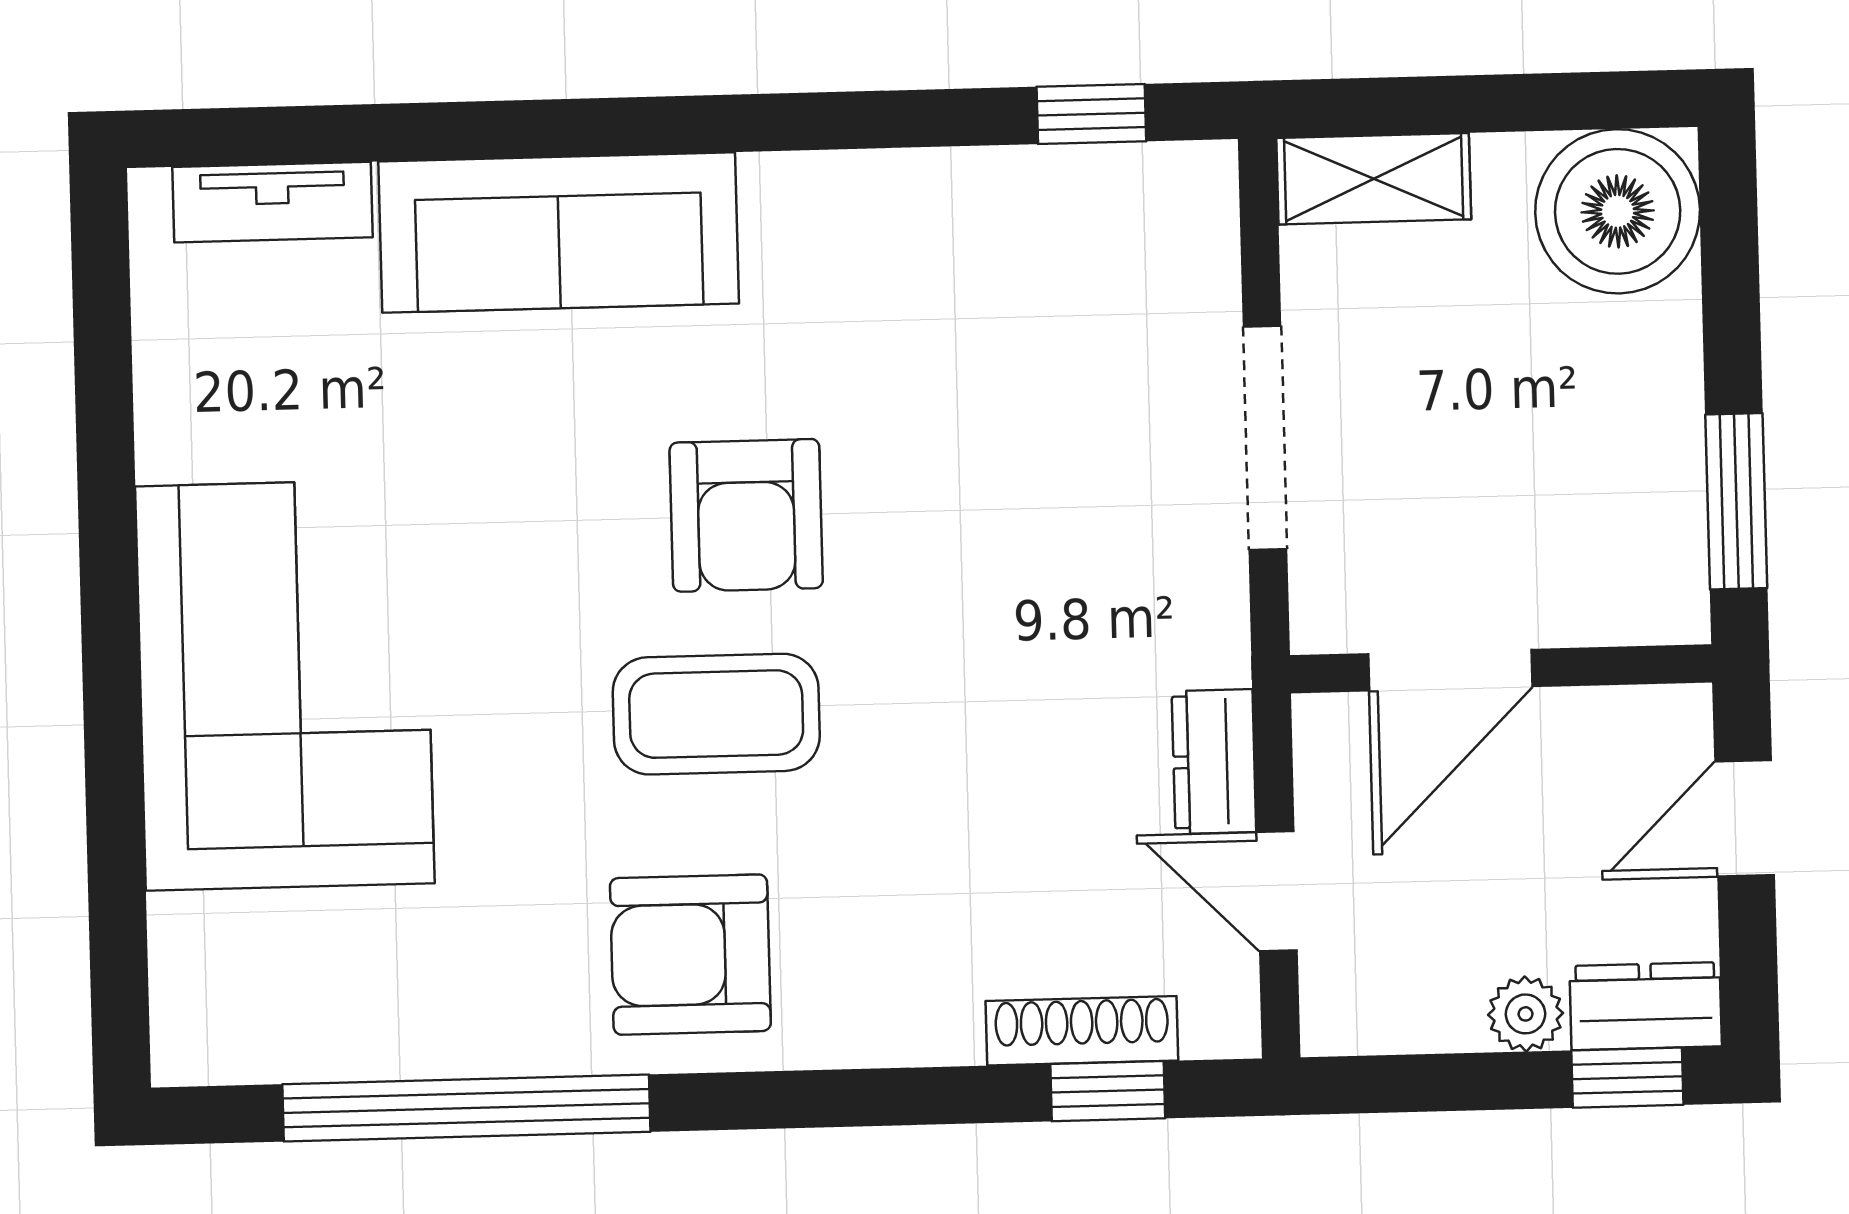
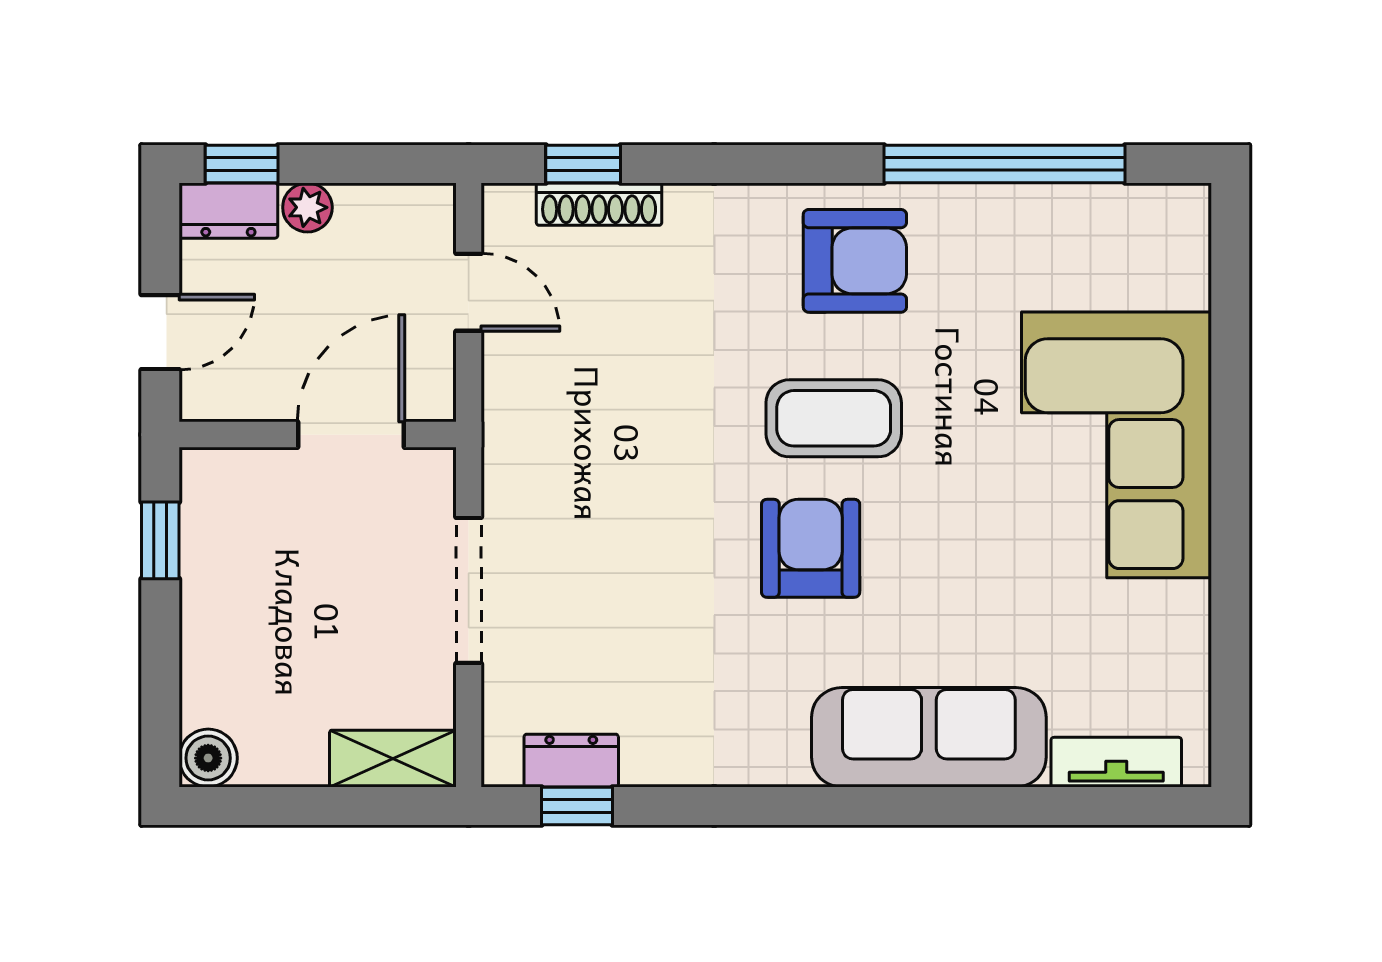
boiler: (1618, 211) -> (208, 758), width x0.54, depth x0.54
window: (1736, 501) -> (160, 540), width x0.67
dresser: (1214, 762) -> (571, 761), moved, turned -90

